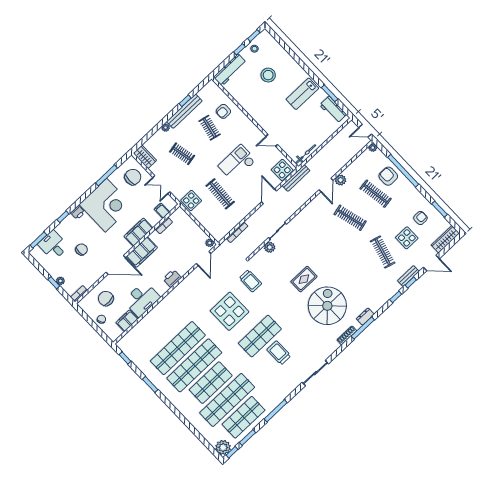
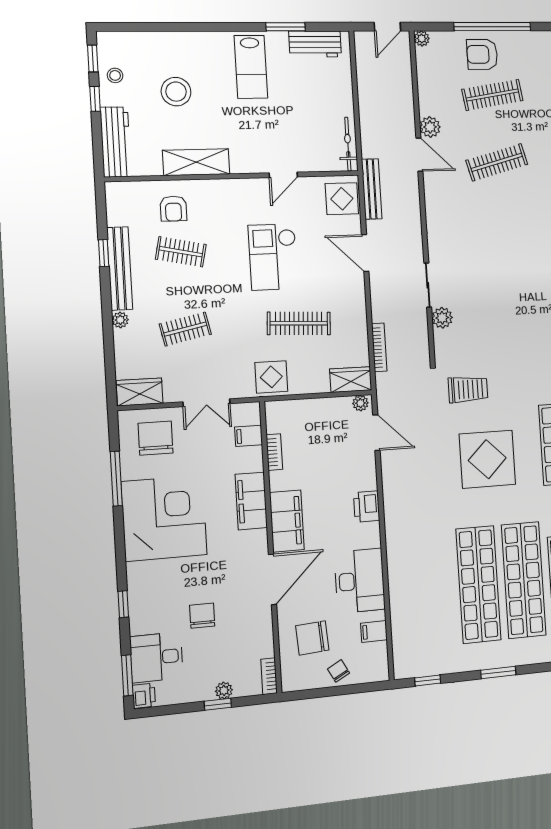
shelving: (248, 105) -> (196, 162), added
printer: (78, 213) -> (144, 696), moved
wardrobe: (216, 232) -> (351, 380), added
rug: (304, 279) -> (530, 308), removed
filing cabinet: (127, 321) -> (374, 631), width x0.50

